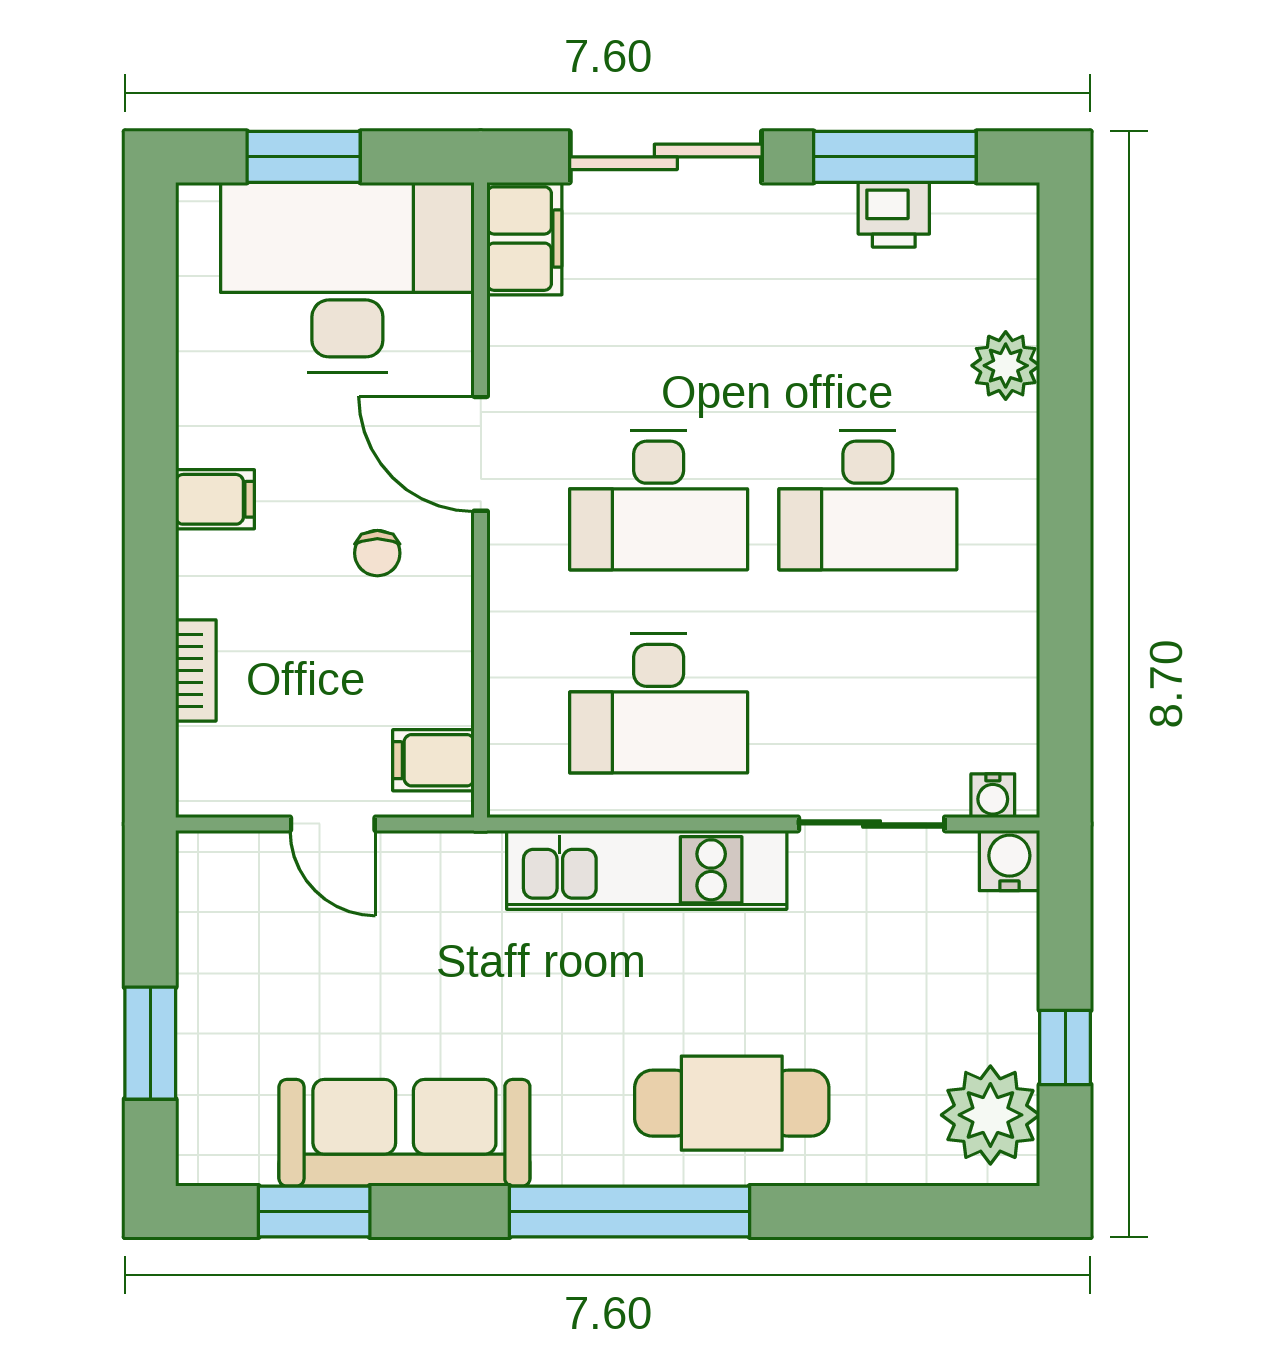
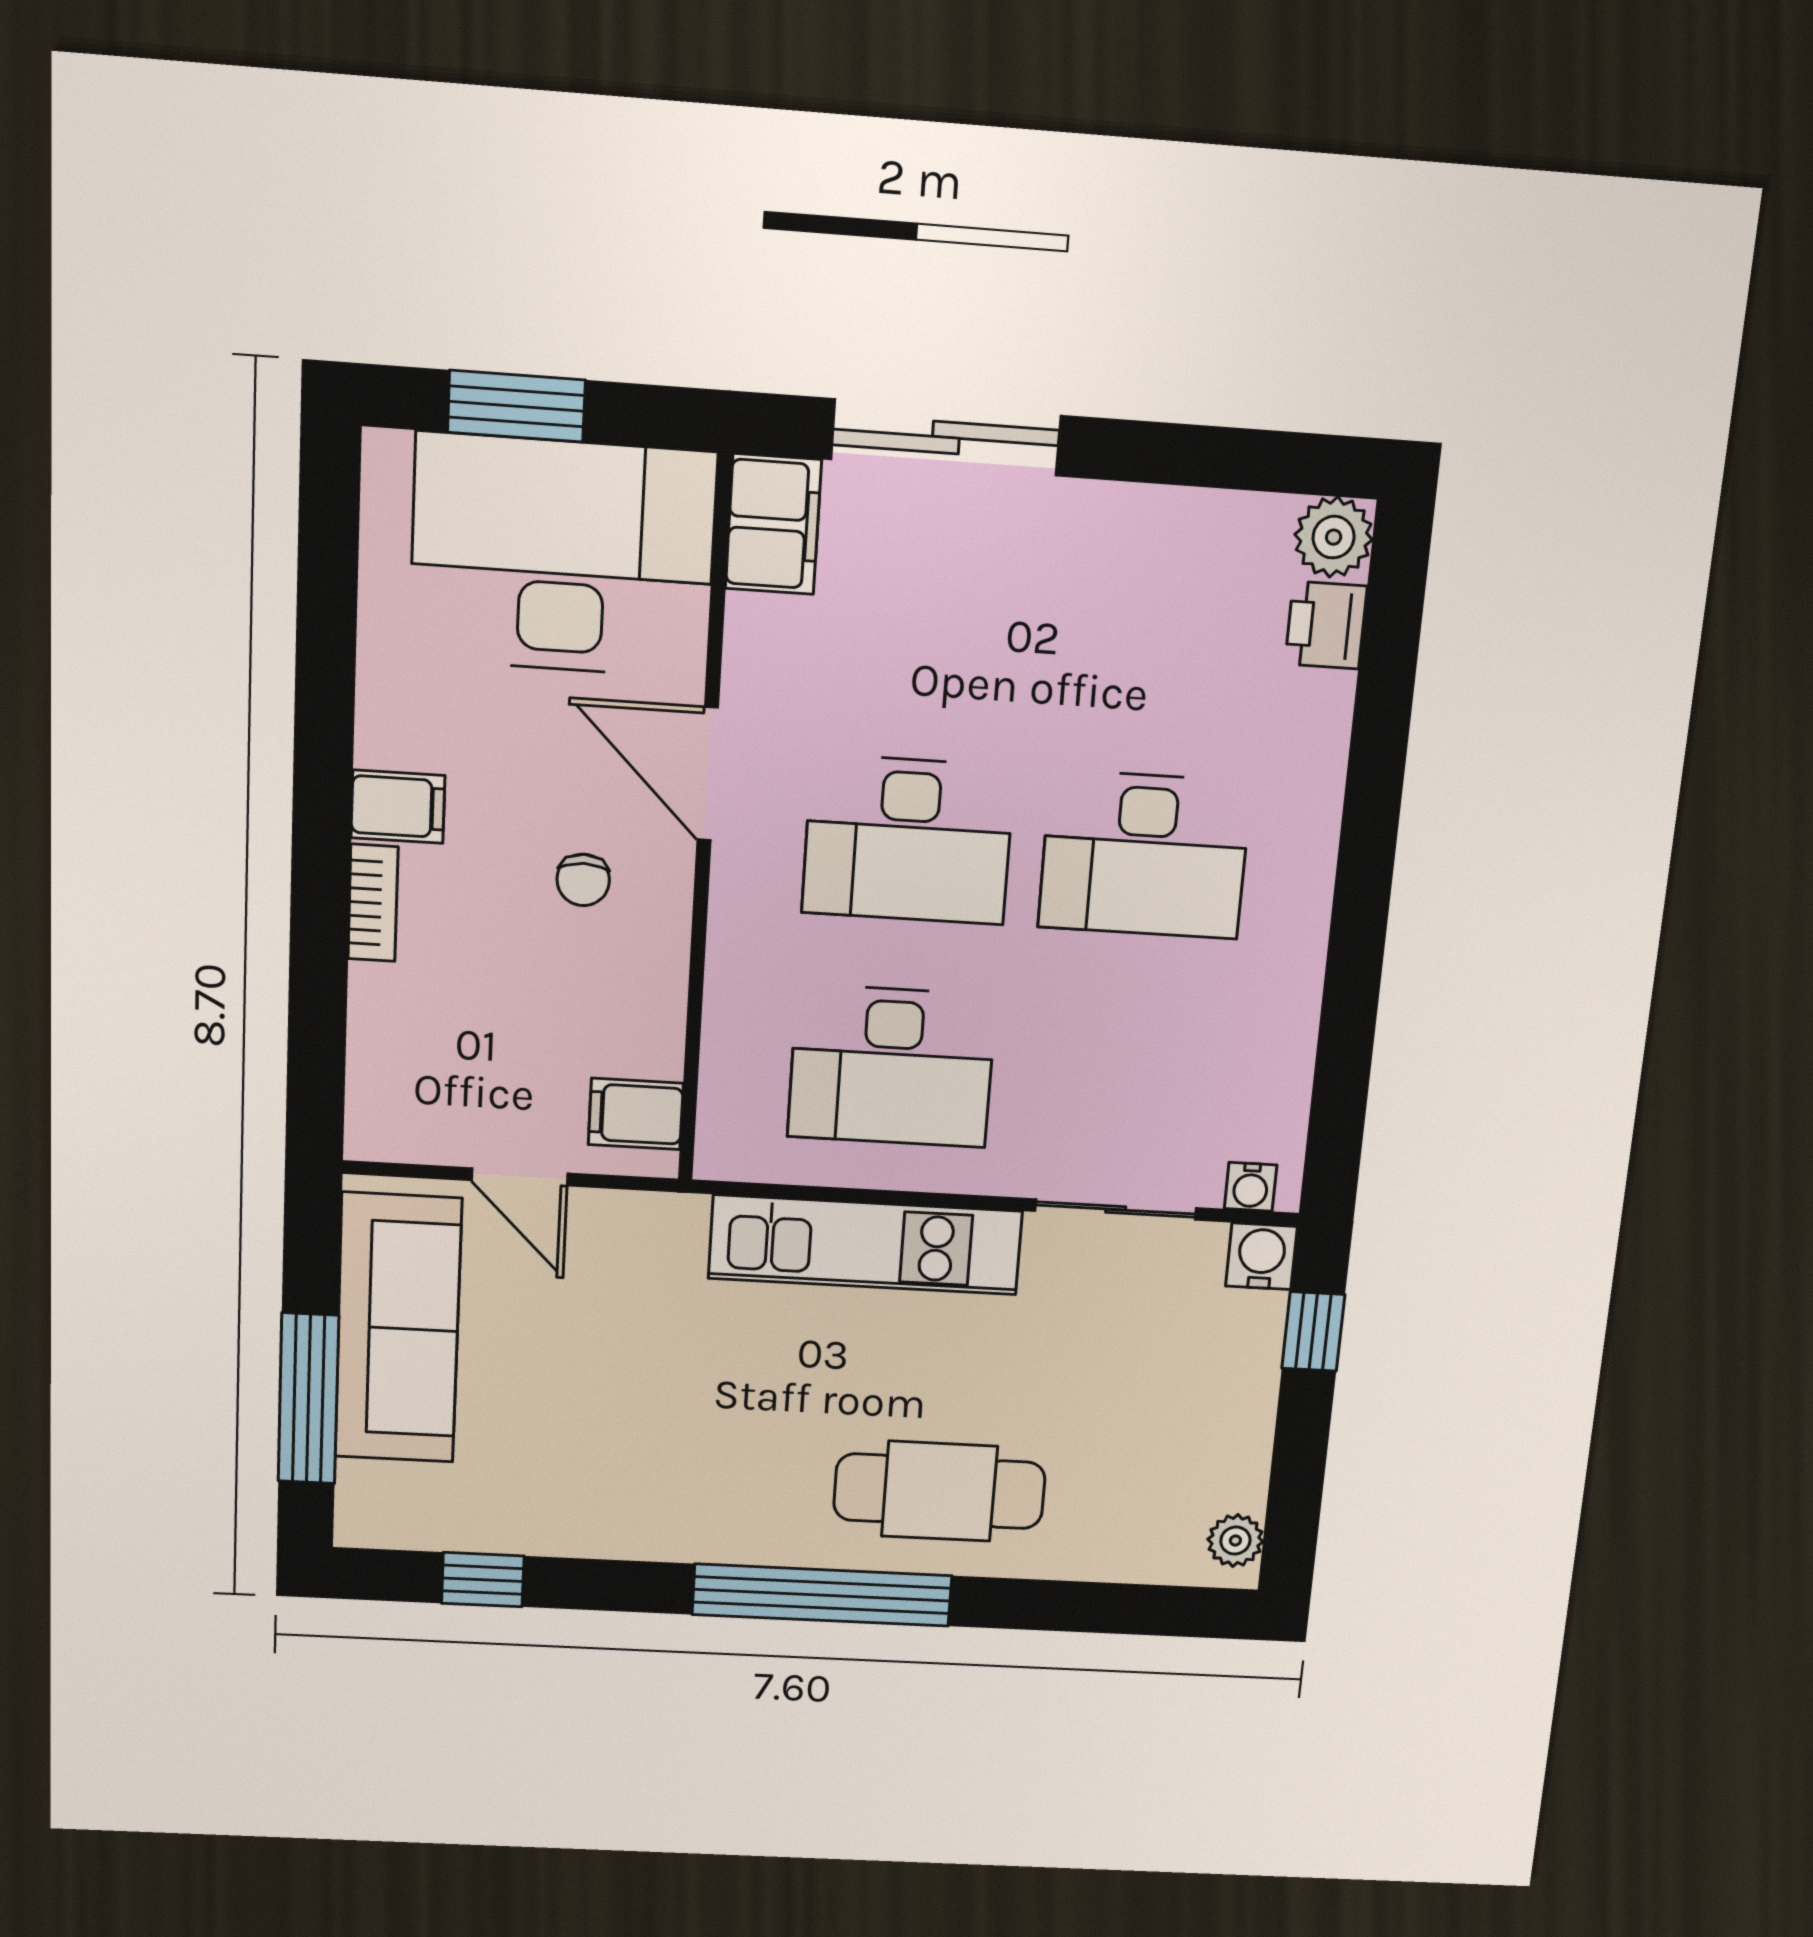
window: (895, 157) -> (1213, 457), removed
printer: (894, 215) -> (1326, 625), moved, turned 90
plant: (1006, 366) -> (1334, 537), moved
bookcase: (196, 670) -> (373, 903), moved
window: (150, 1043) -> (308, 1399), width x1.44
window: (1065, 1047) -> (1313, 1331), moved
plant: (990, 1115) -> (1235, 1541), width x0.53, depth x0.53
sofa: (404, 1133) -> (398, 1328), moved, turned 90
window: (314, 1212) -> (483, 1580), width x0.67

